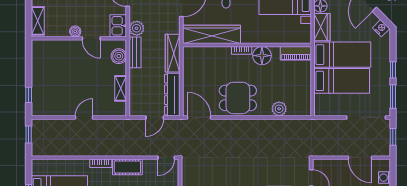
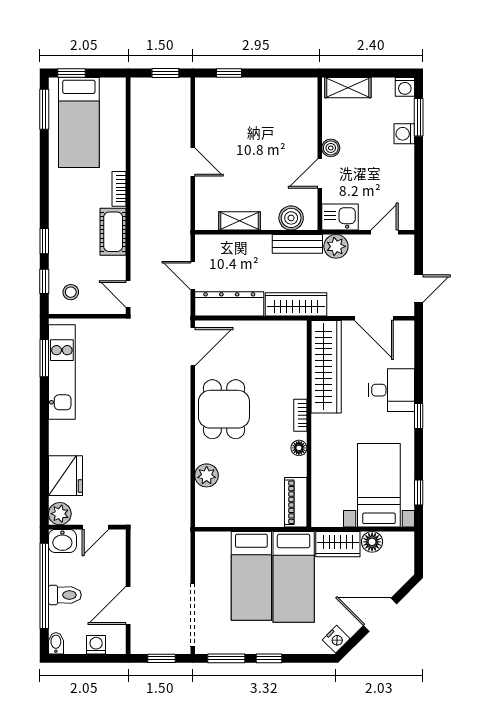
floor lamp: (262, 56) -> (299, 448), width x0.53, depth x0.53

